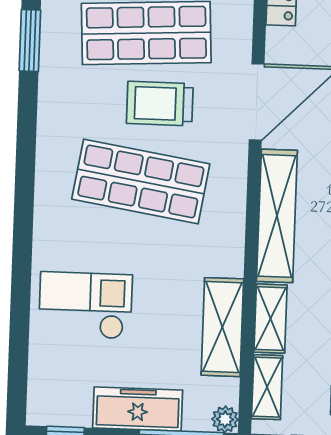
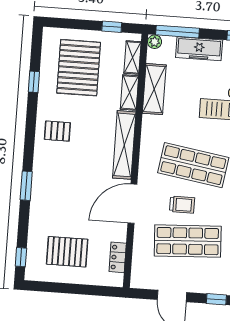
trolley: (160, 104) -> (182, 205), width x0.73, depth x0.72

